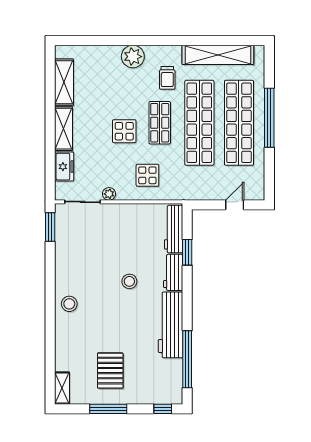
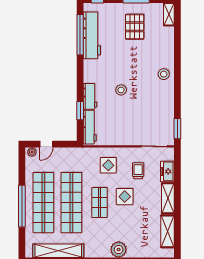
trolley: (167, 78) -> (138, 171), moved
plant: (109, 194) -> (32, 152), moved
workbench: (170, 325) -> (92, 35), moved

